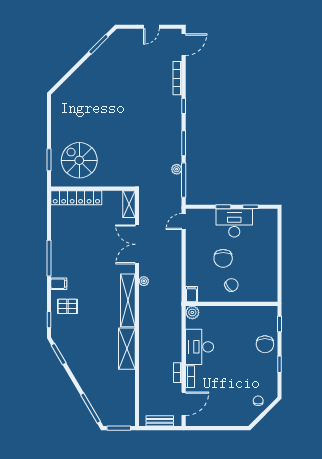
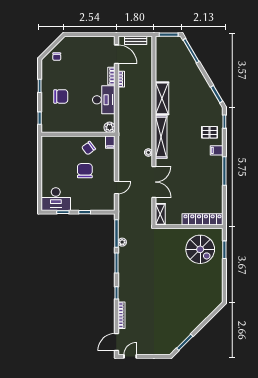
door: (151, 27) -> (130, 356), moved
door: (184, 222) -> (116, 188), moved
desk: (234, 223) -> (56, 199), moved
chair: (231, 285) -> (89, 148), moved
chair: (265, 344) -> (61, 96), moved, turned 90
door: (184, 404) -> (116, 54), swing flipped

